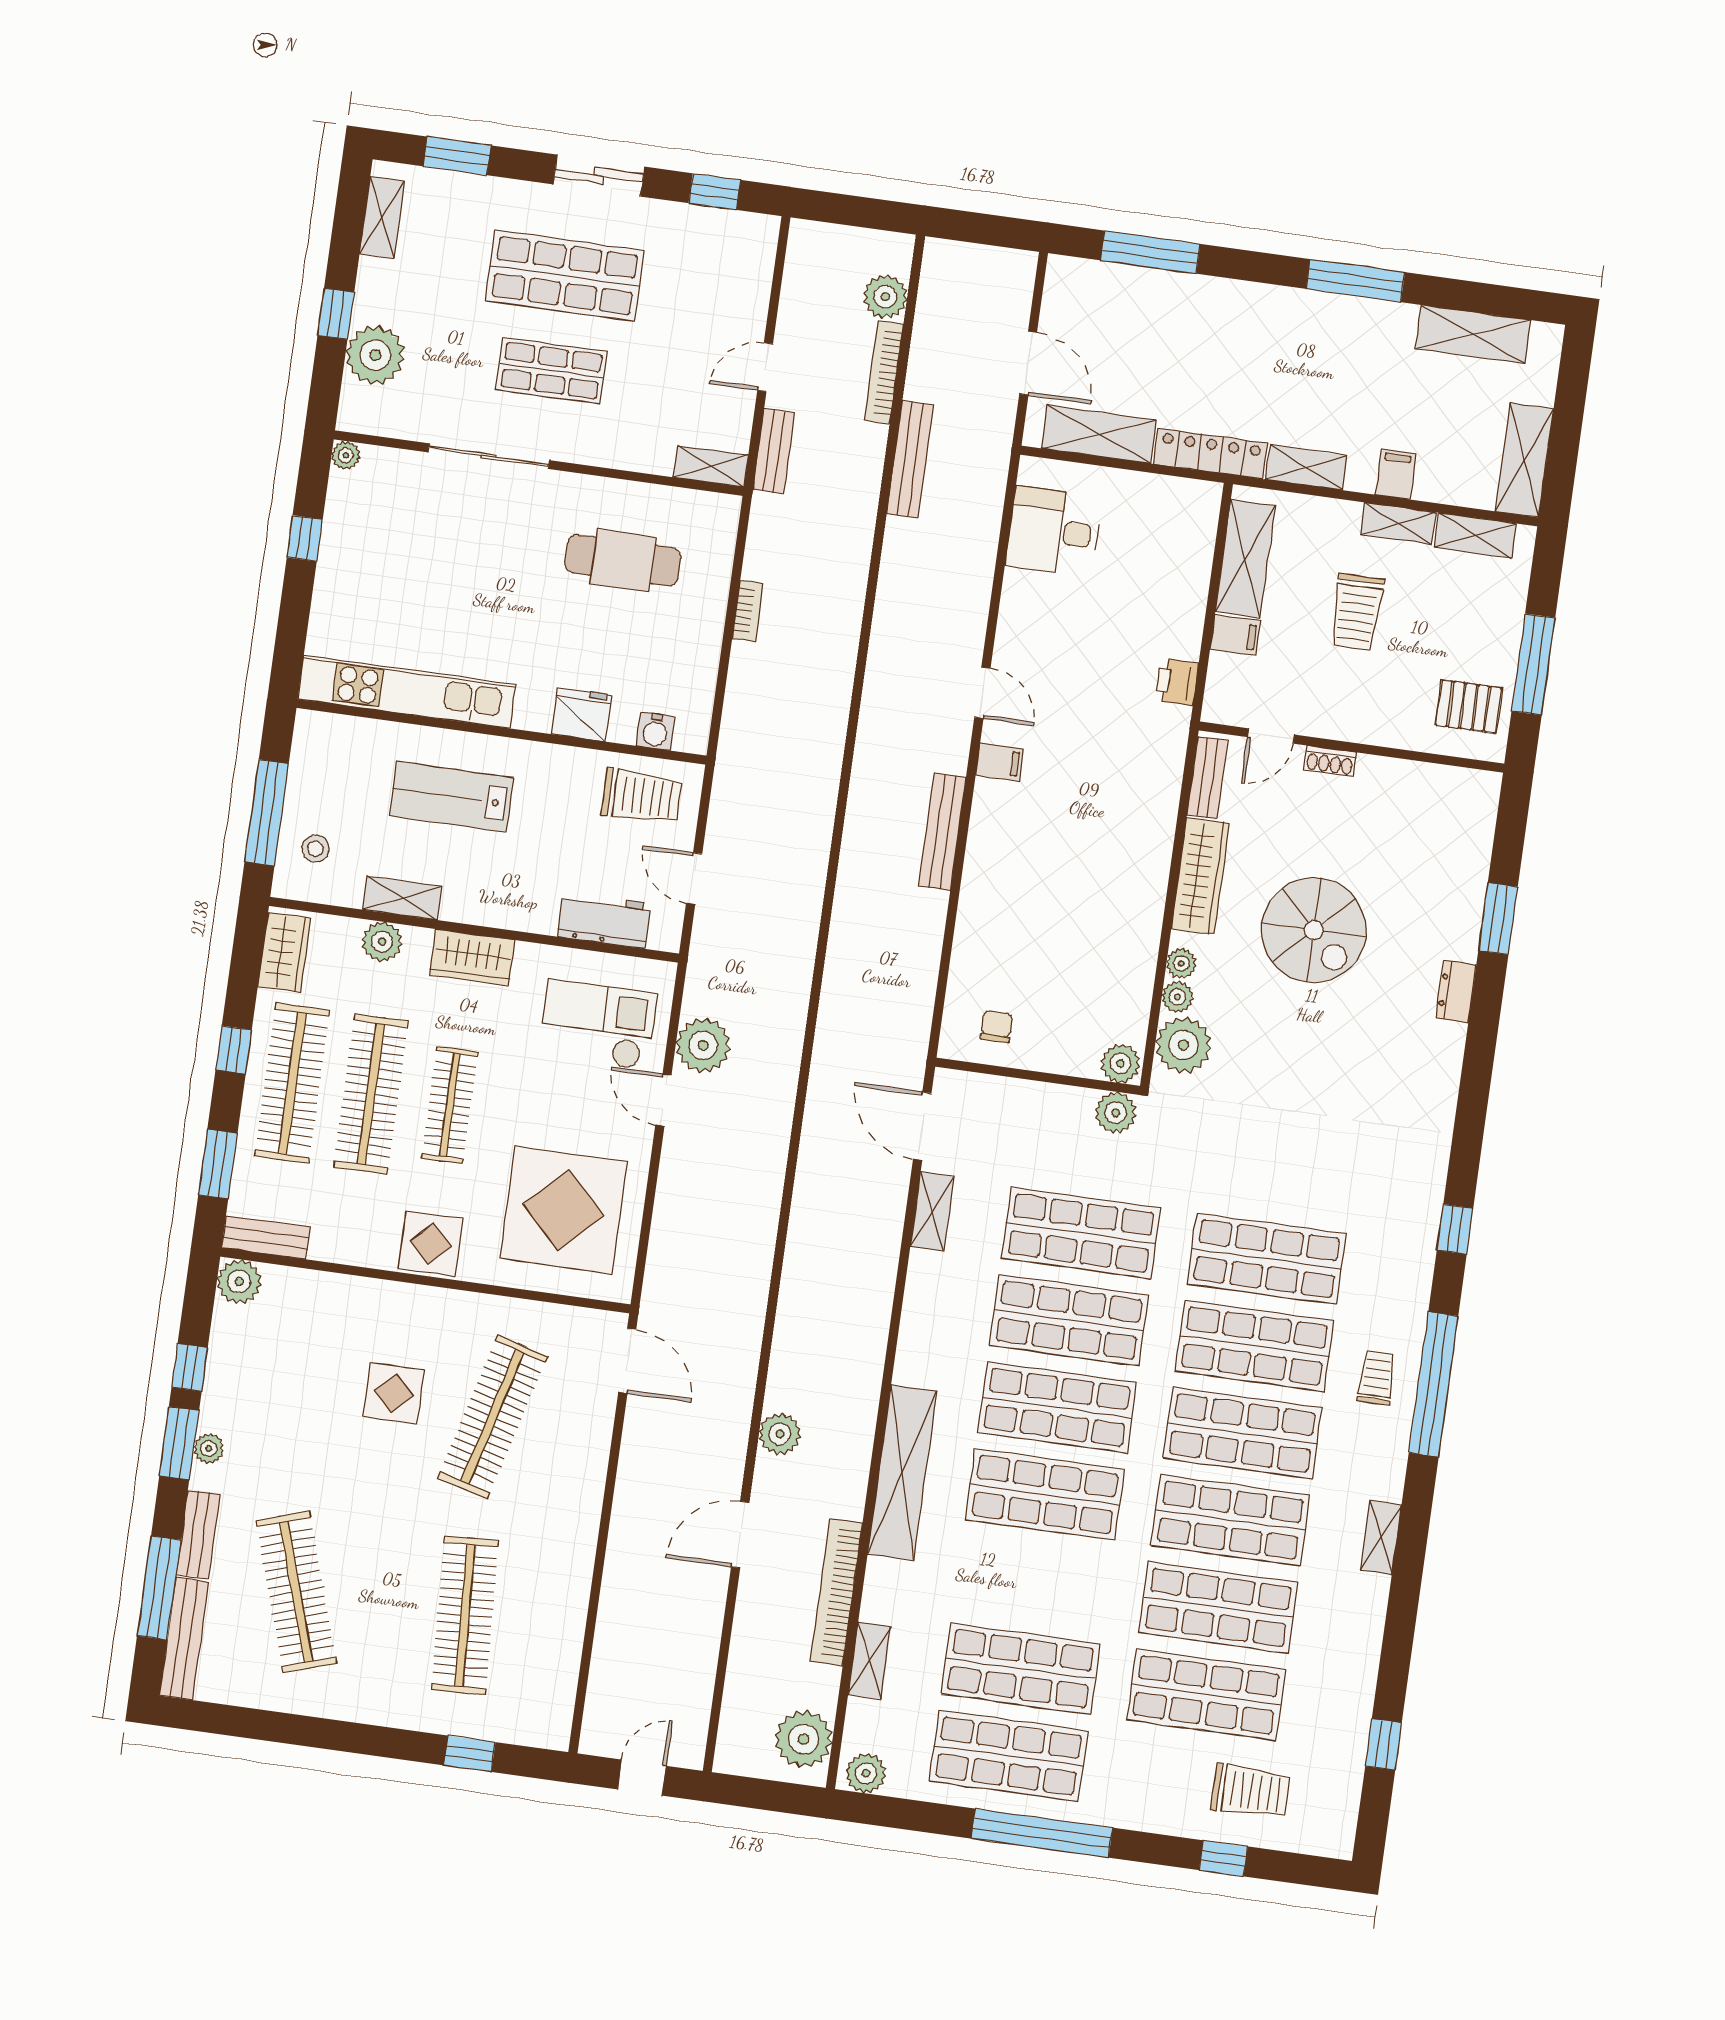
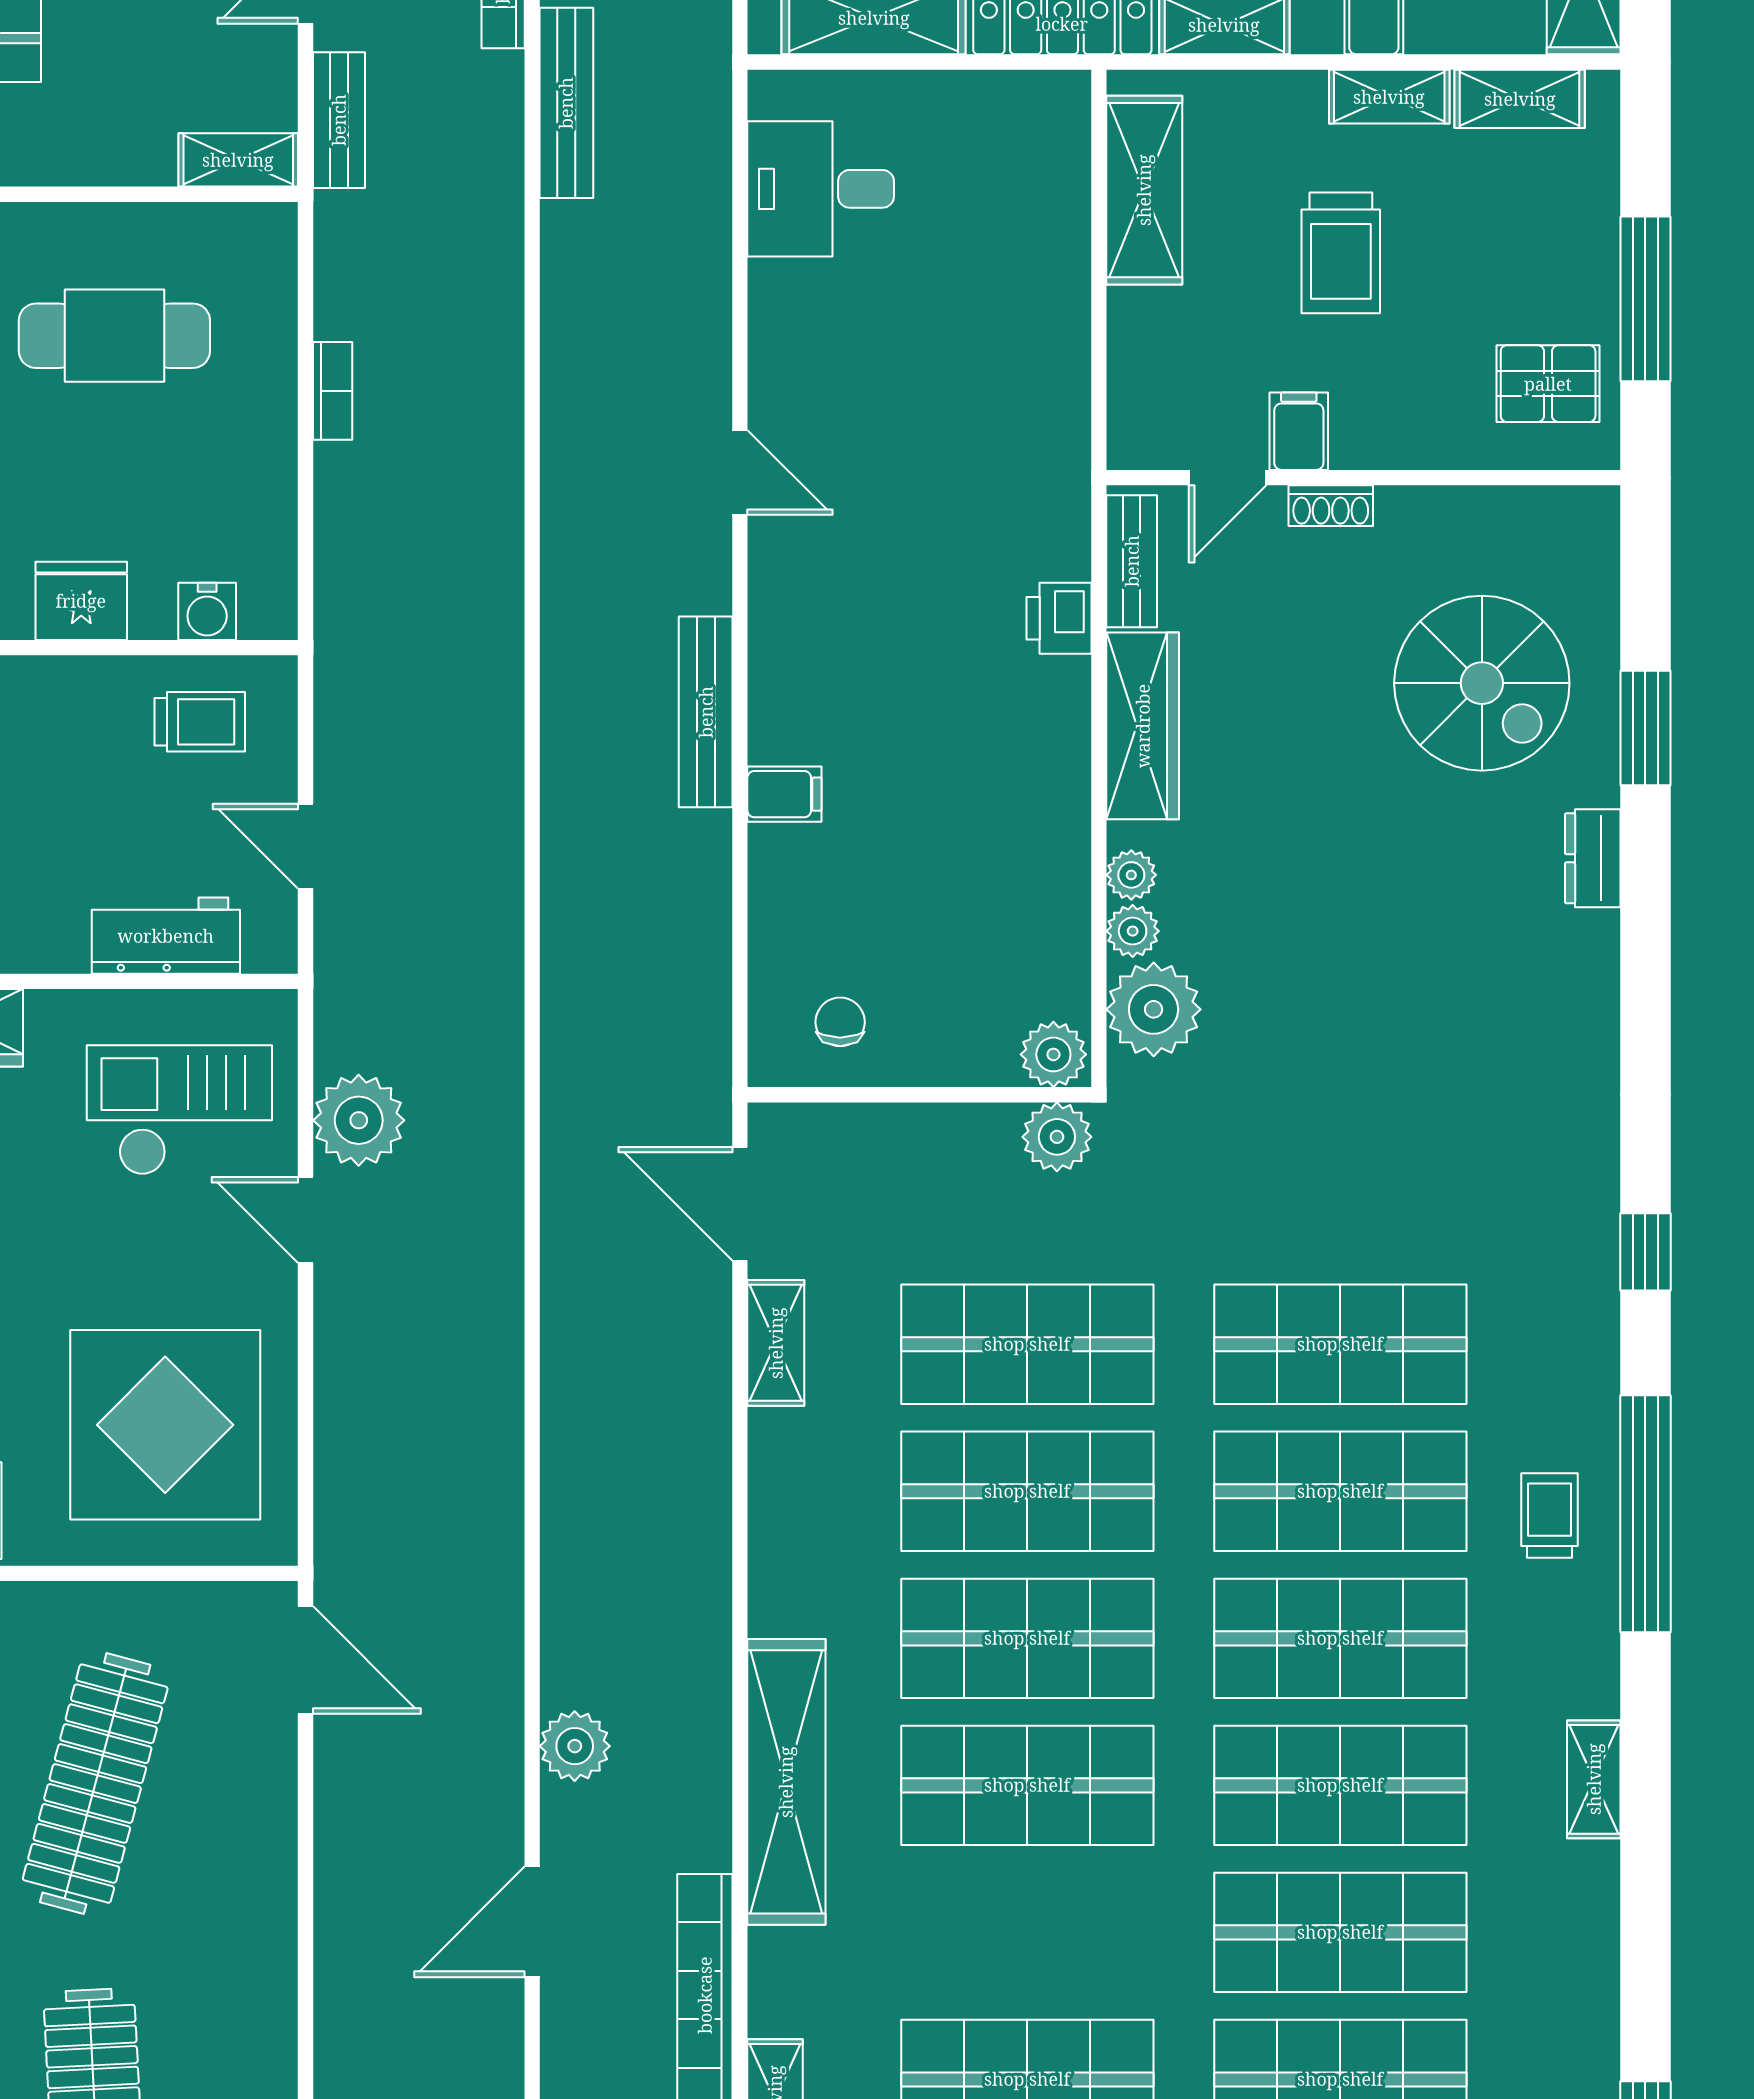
filing cabinet: (1235, 635) -> (1299, 431), moved, turned -90
printer: (1177, 682) -> (1059, 618), moved
filing cabinet: (1000, 762) -> (784, 794), moved
trolley: (642, 796) -> (200, 722), width x0.73, depth x0.72
spiral stairs: (1314, 930) -> (1482, 683), moved

